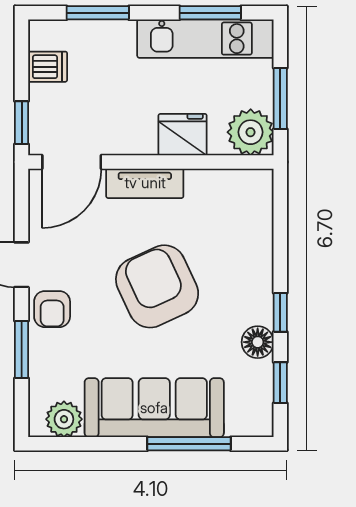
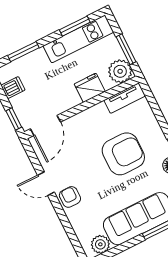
tv unit: (145, 183) -> (125, 98), moved
armchair: (157, 286) -> (123, 154), moved, turned 115
armchair: (52, 309) -> (70, 197), turned 180
window: (22, 349) -> (65, 222), removed

